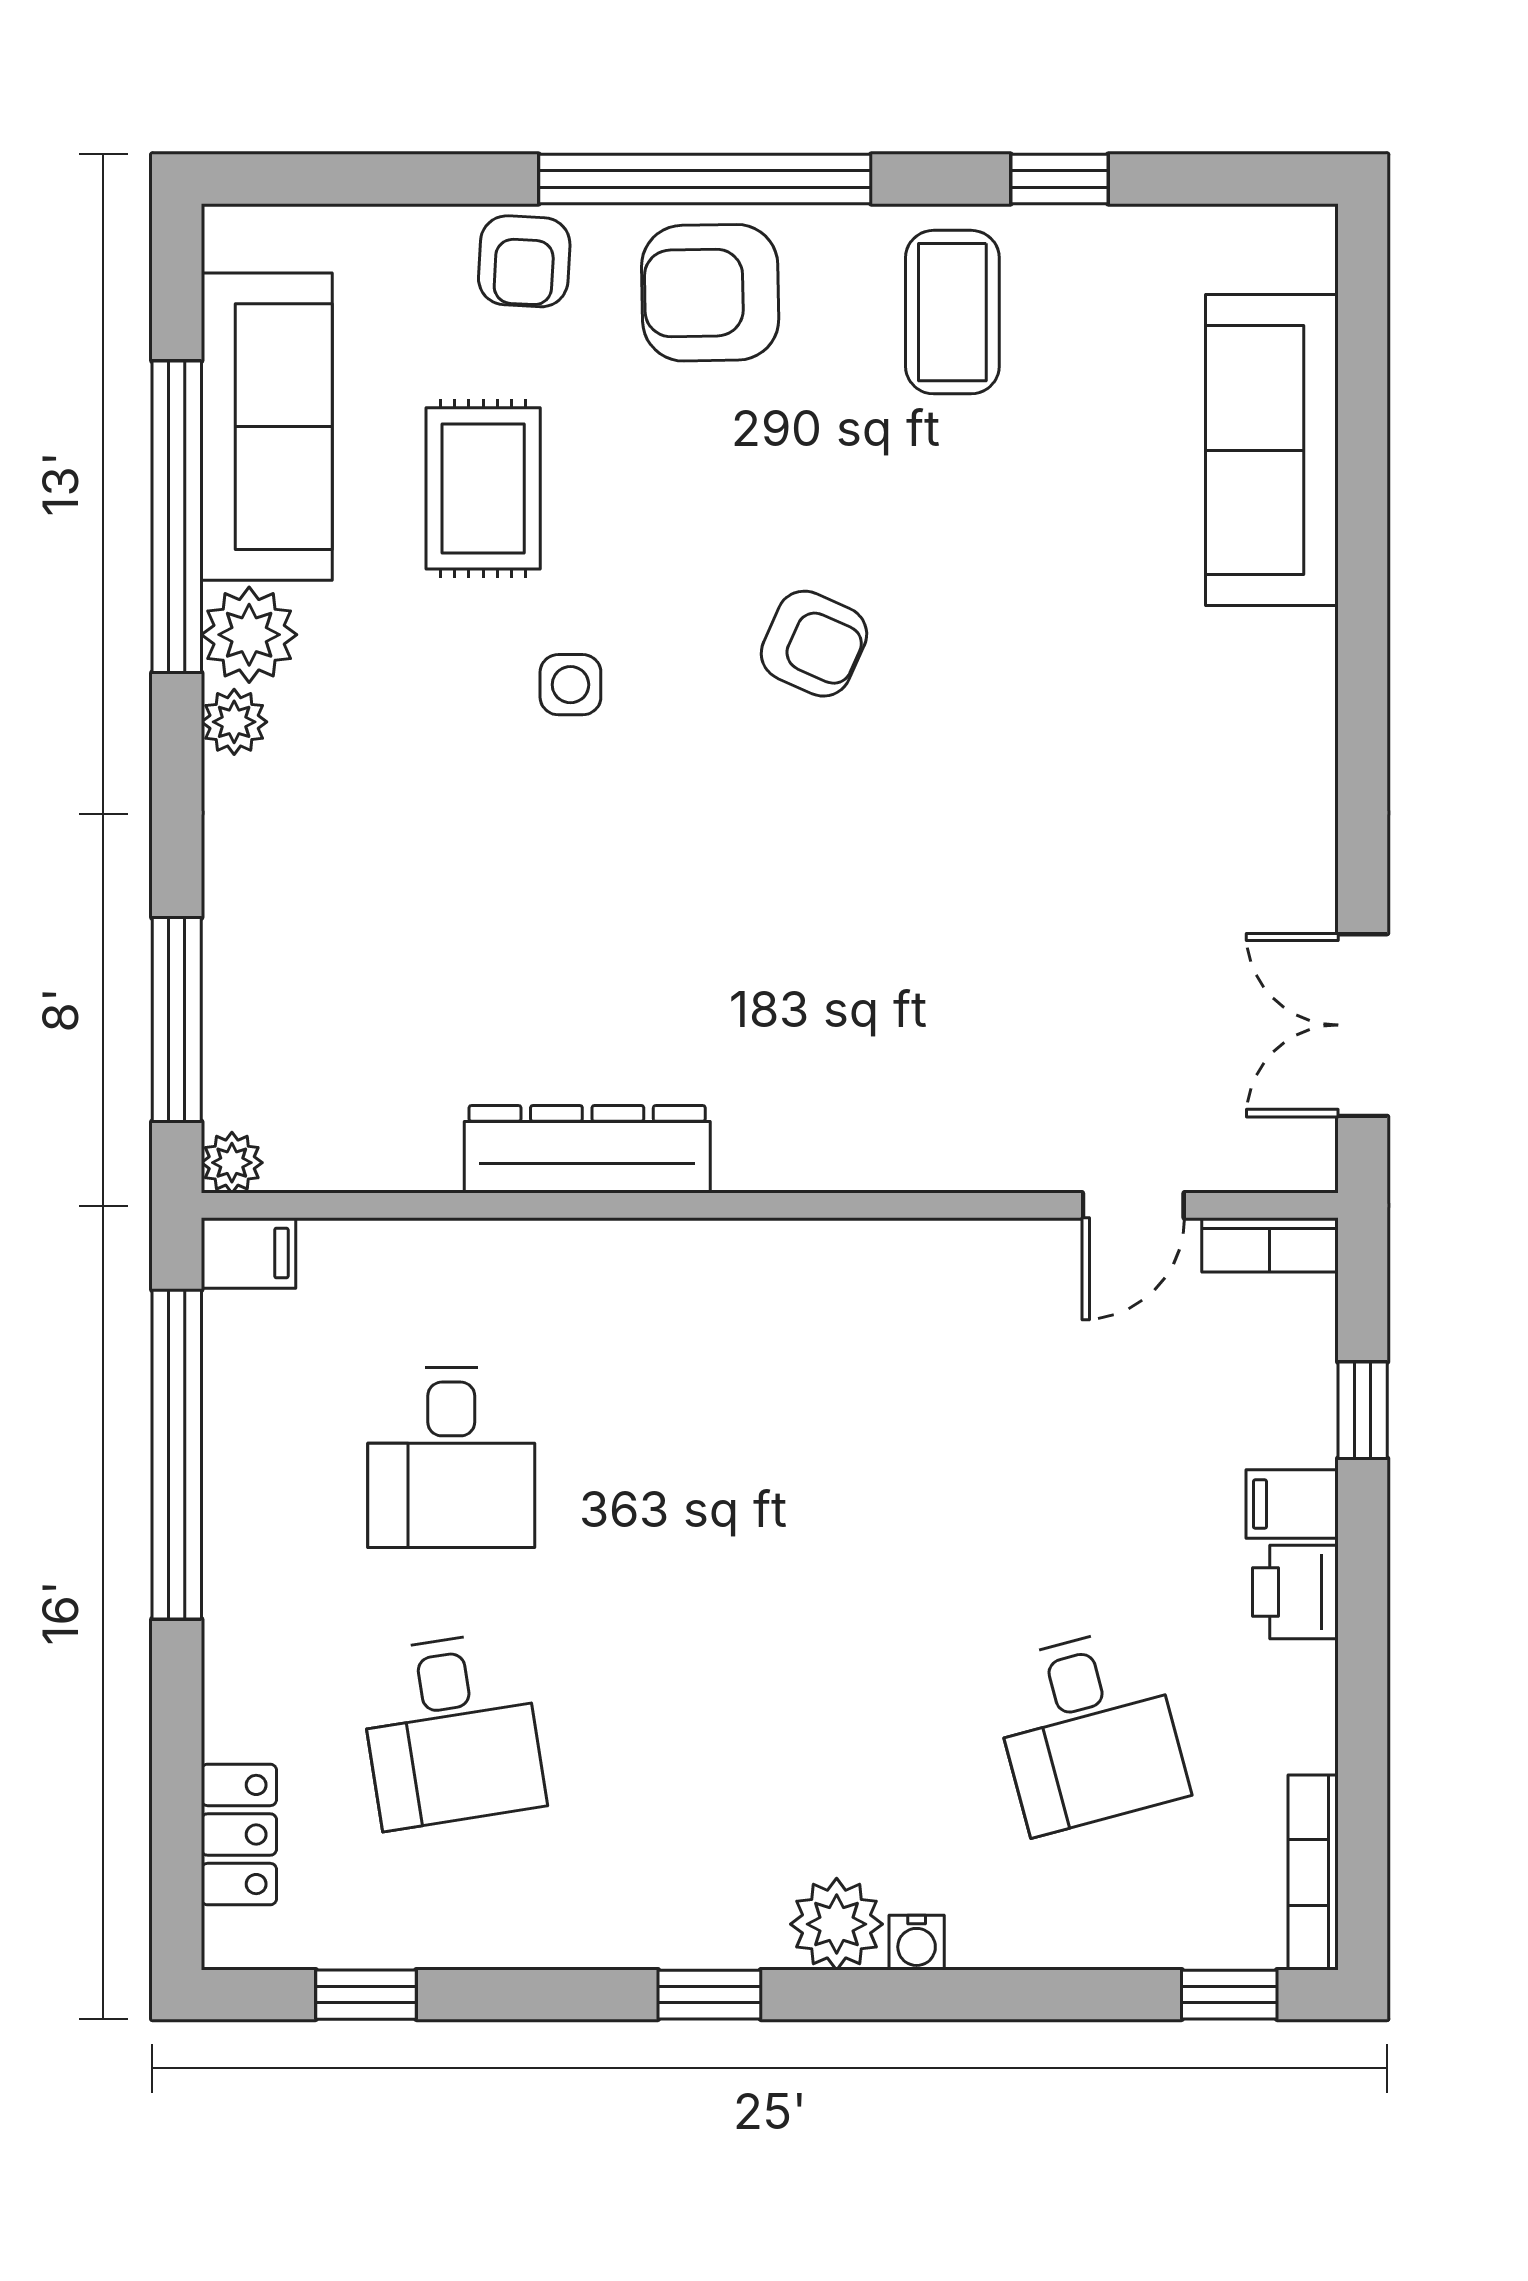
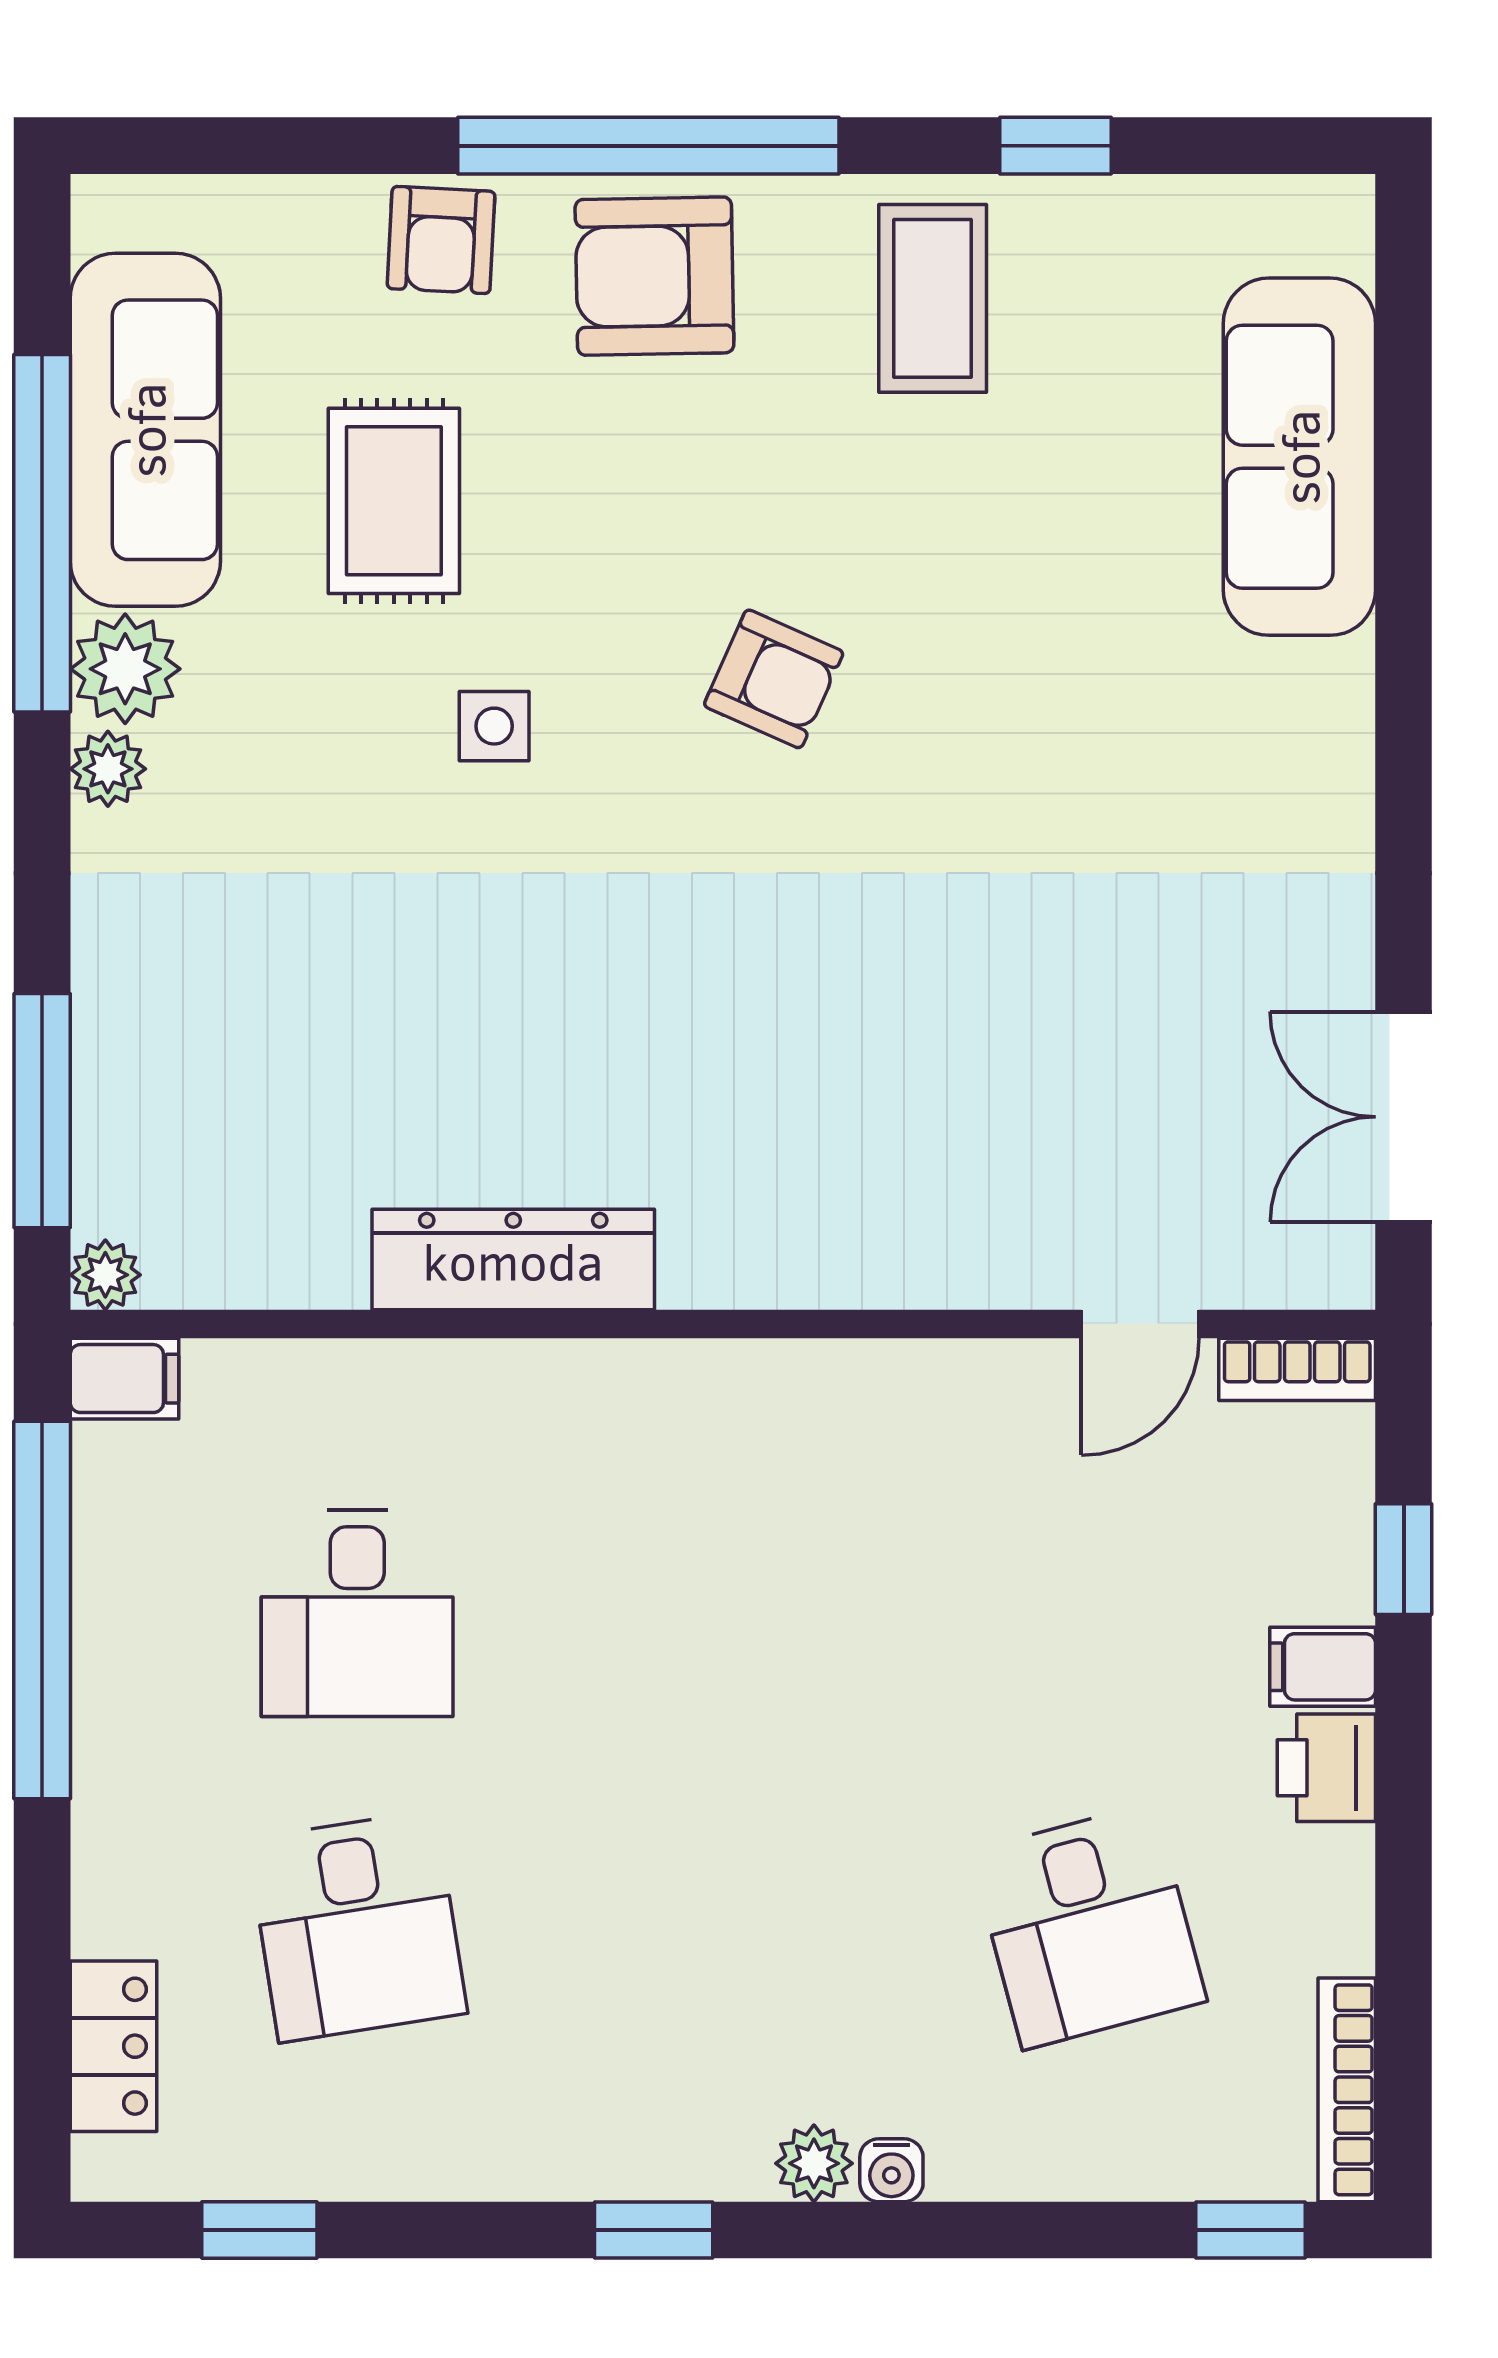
plant: (837, 1924) -> (814, 2163), width x0.73, depth x0.73

